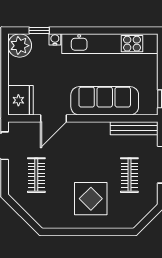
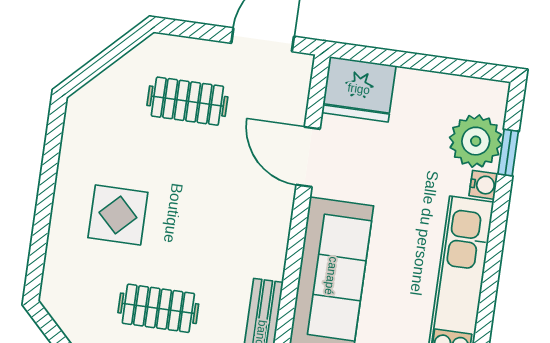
plant: (20, 46) -> (476, 141), moved
display table: (91, 199) -> (118, 215), width x0.73, depth x0.73

